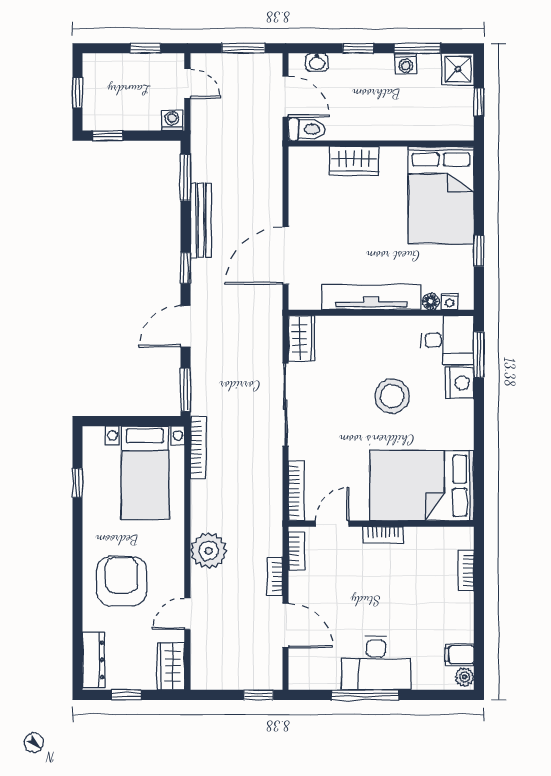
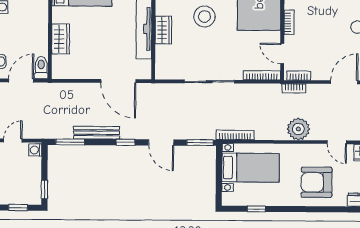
wardrobe: (302, 339) -> (163, 30), moved, turned 90
bookcase: (275, 576) -> (294, 88), moved

